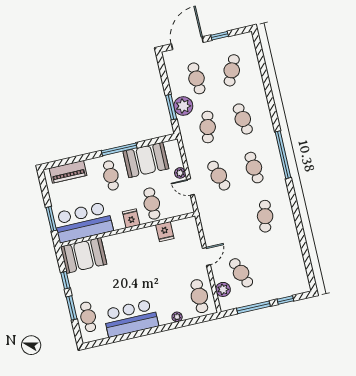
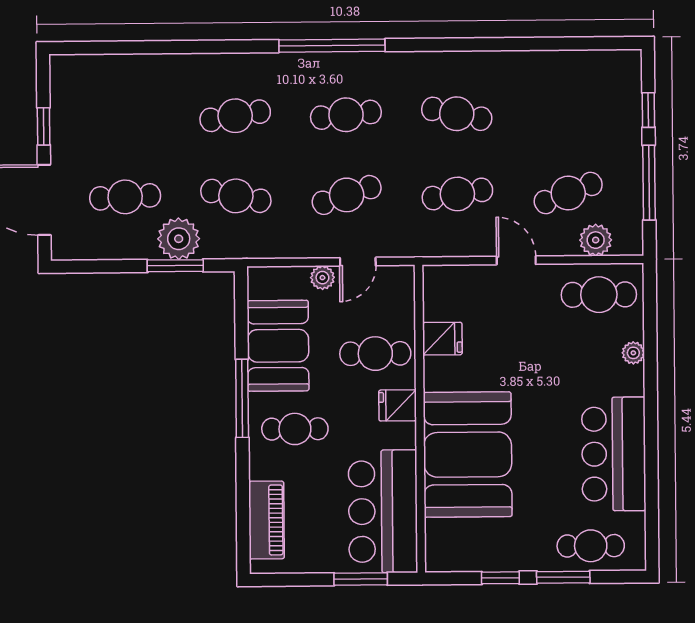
cafe table: (232, 70) -> (457, 194), moved, turned -33
booth: (84, 255) -> (468, 455), moved, width x1.36, depth x1.42

